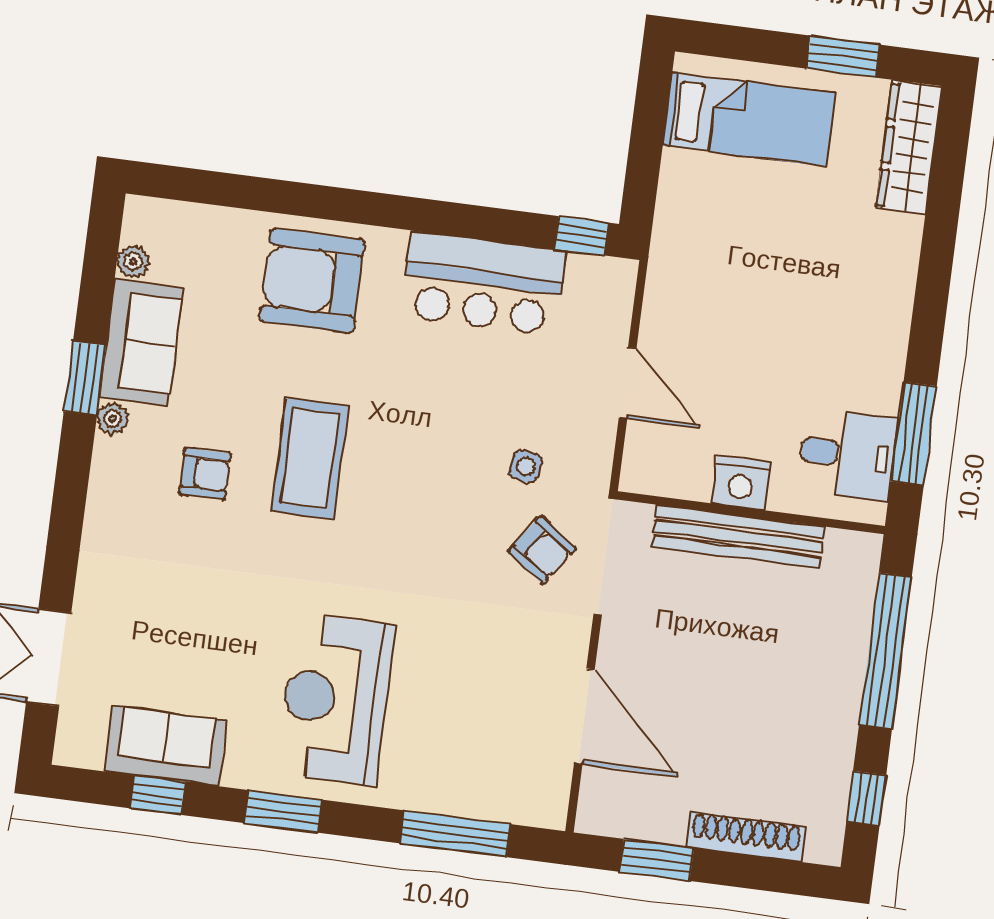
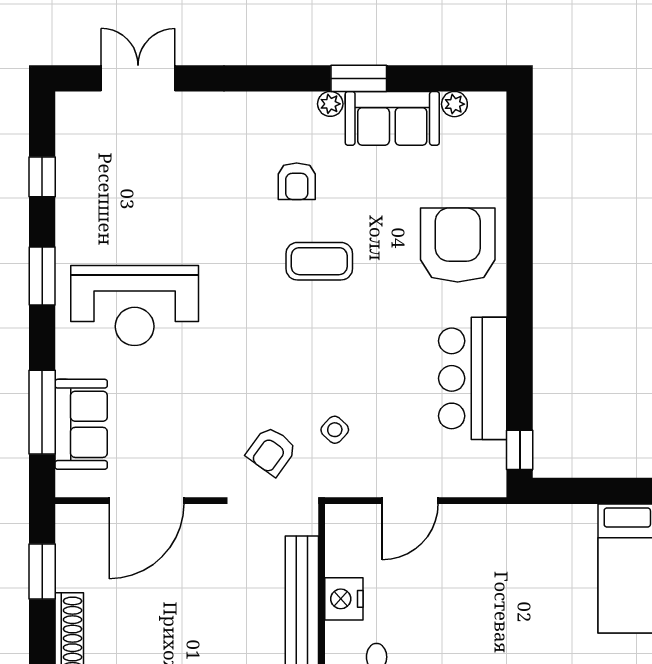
coffee table: (310, 458) -> (319, 261), width x0.73, depth x0.76
side table: (526, 466) -> (335, 430), turned 33
reception desk: (336, 699) -> (135, 306), turned 180
sofa: (166, 746) -> (81, 424), moved

